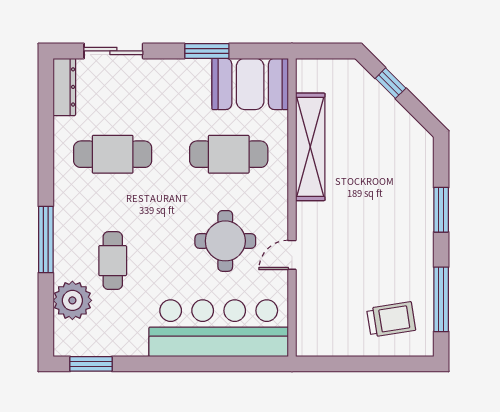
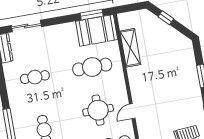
window: (207, 51) -> (92, 15), moved
shelving: (310, 147) -> (130, 48), width x0.68
cafe table: (113, 154) -> (35, 77), width x0.73, depth x0.74

